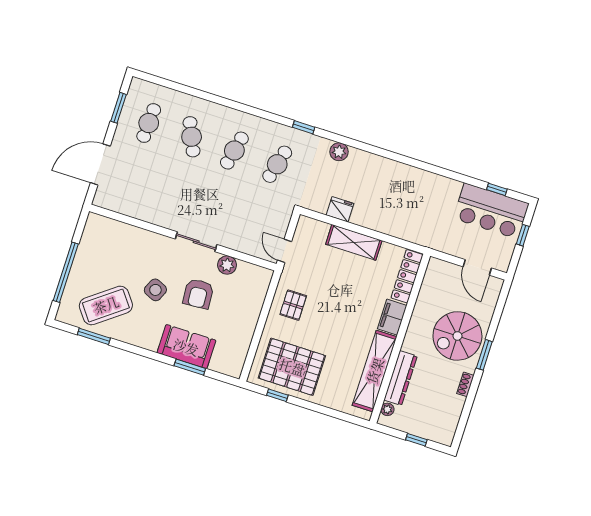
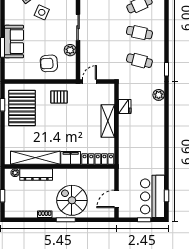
armchair: (198, 294) -> (49, 63), moved

